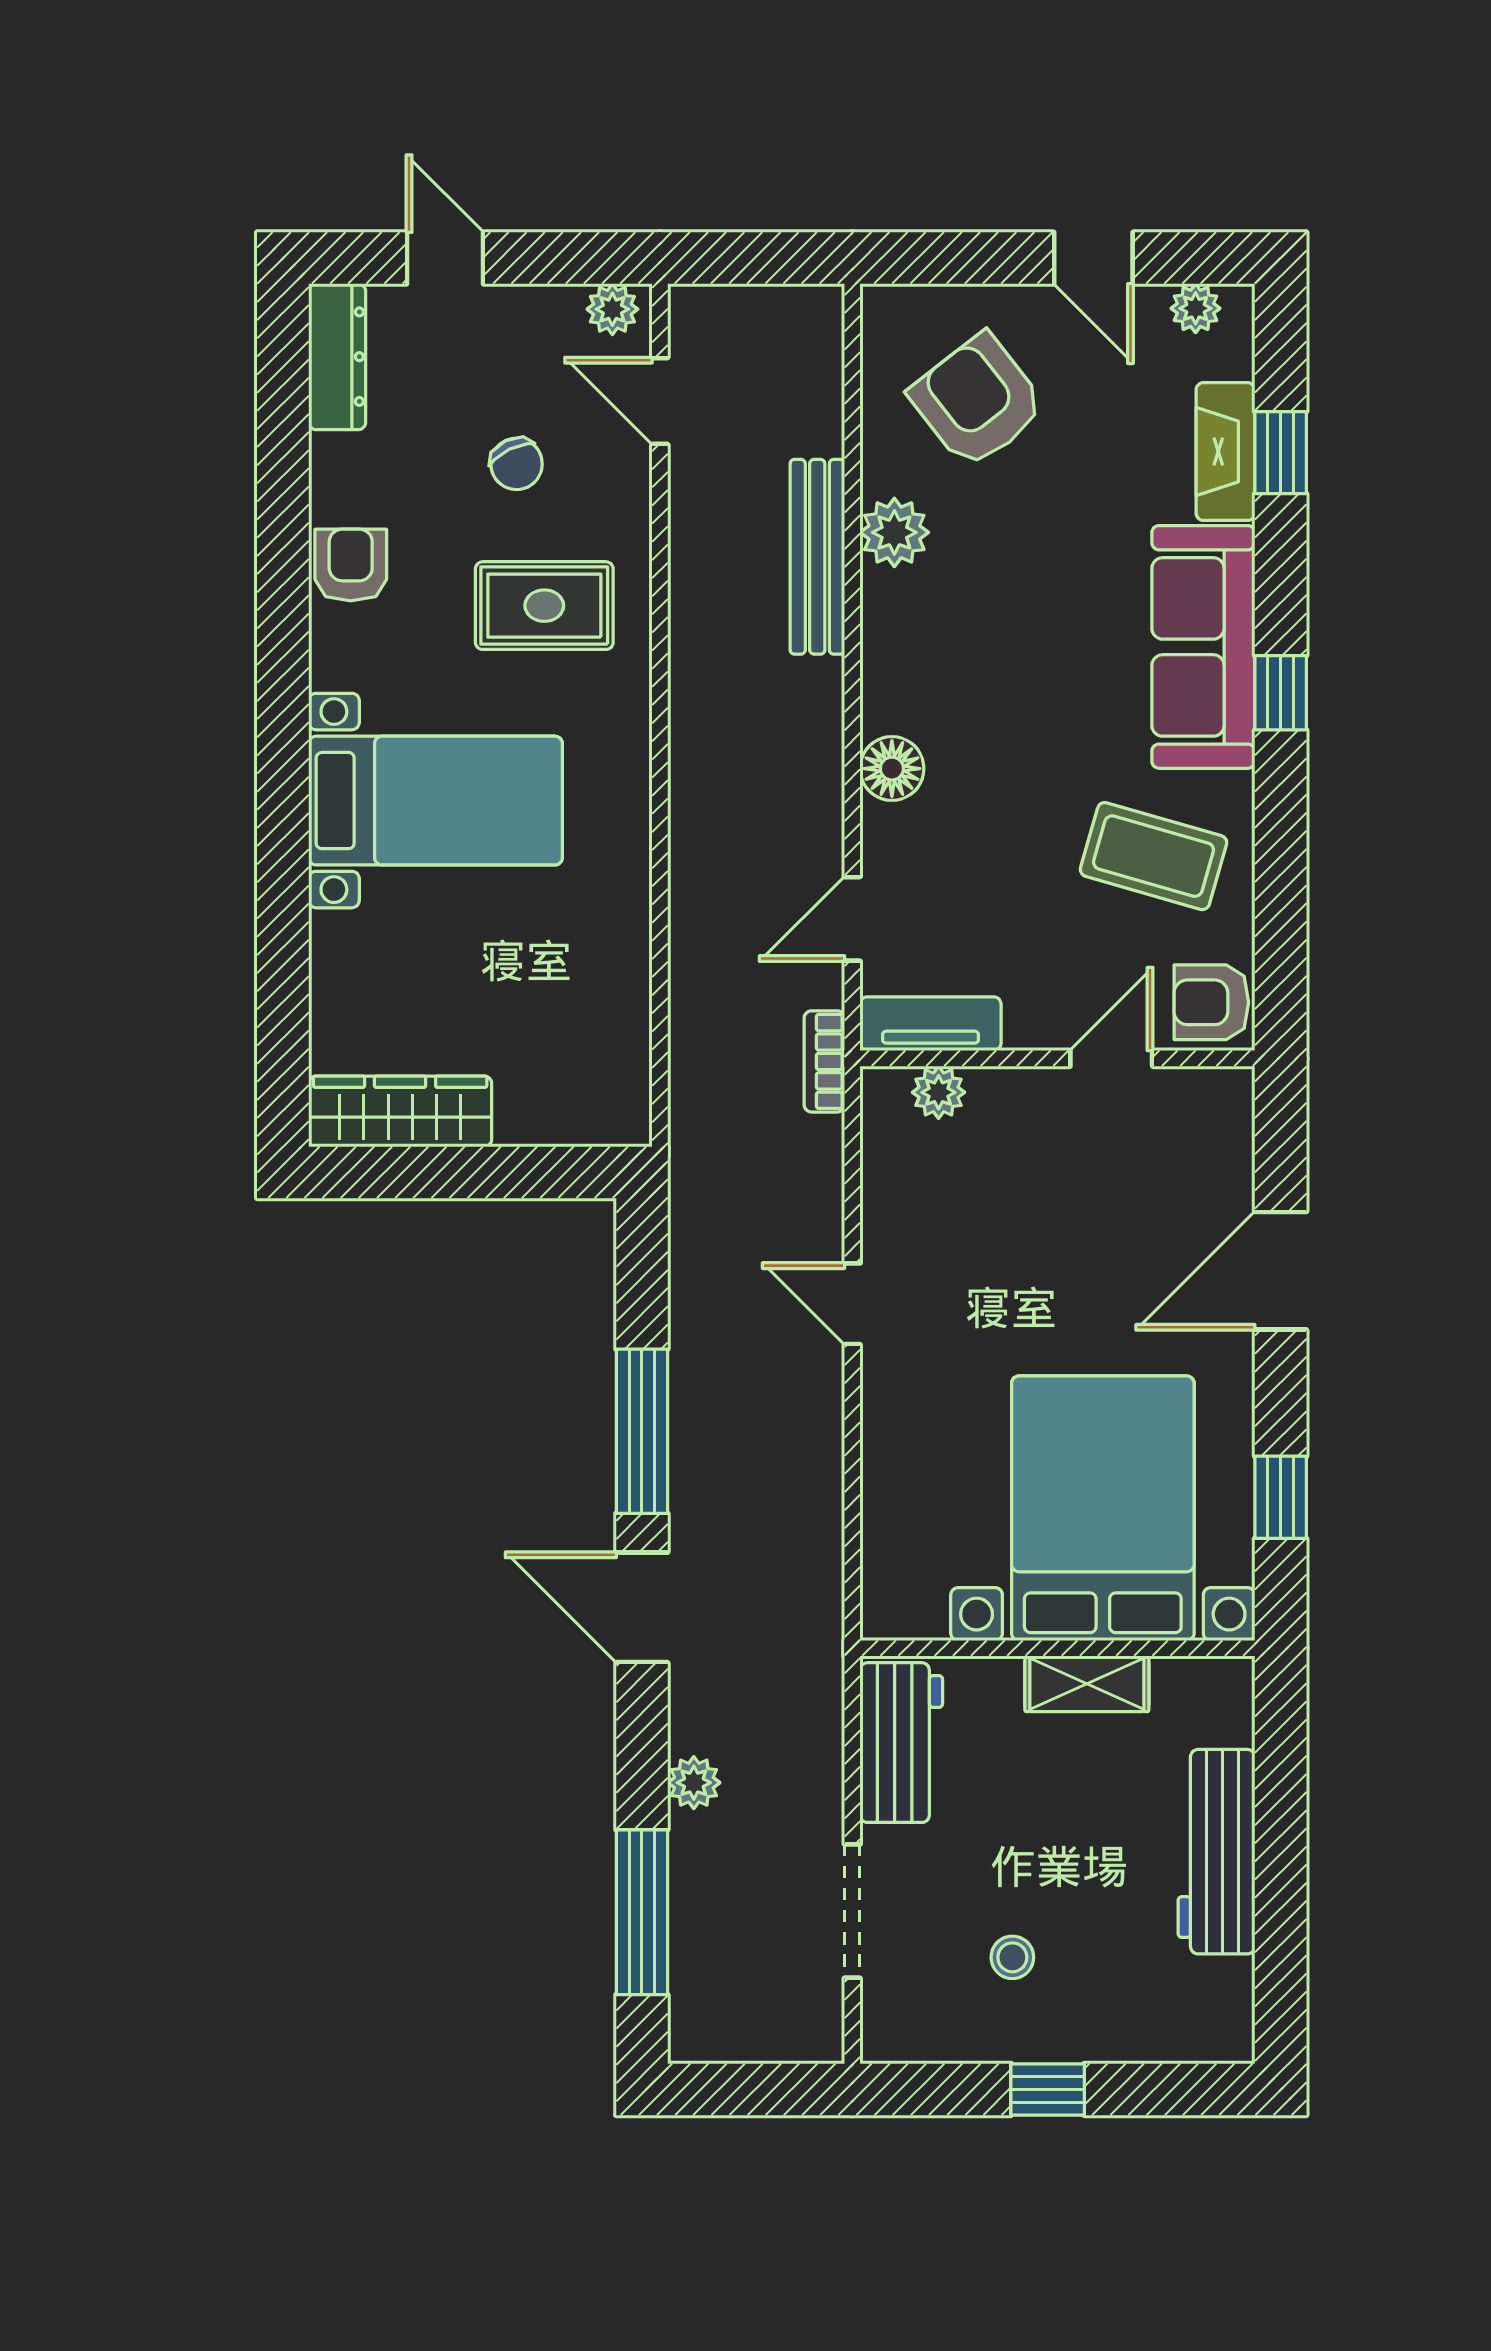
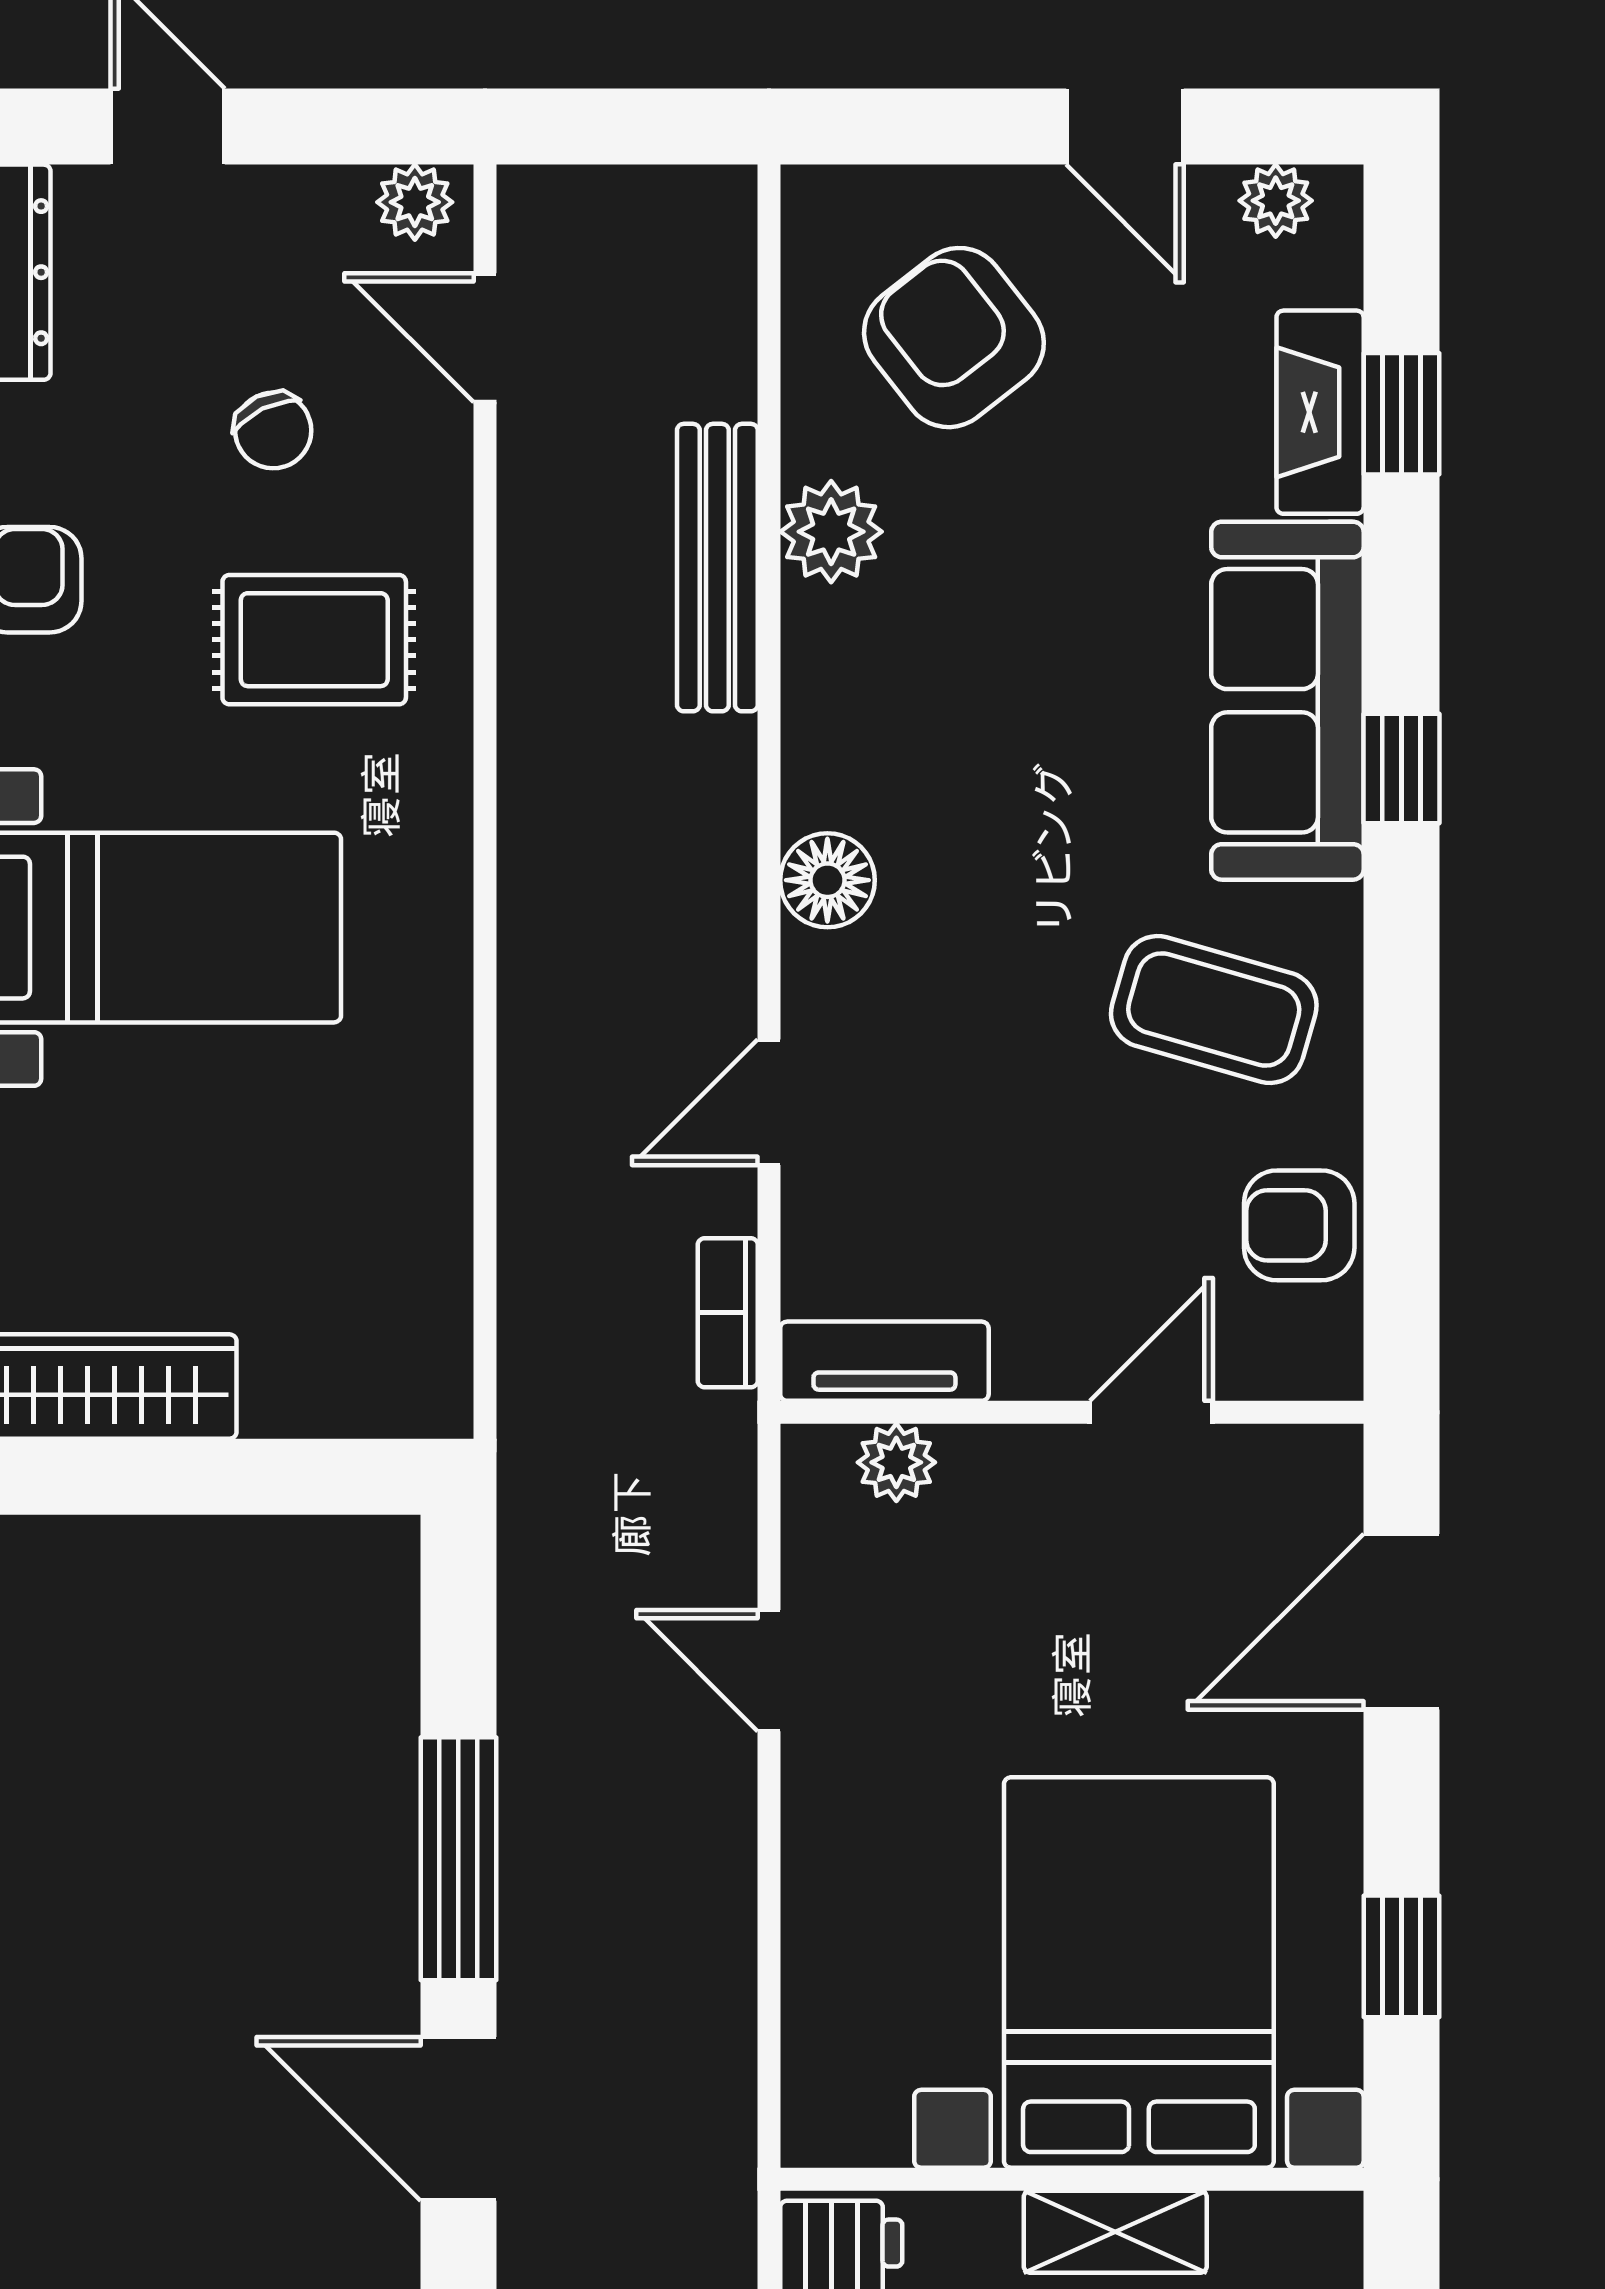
tv unit: (931, 1024) -> (884, 1361), moved
wall: (1057, 1058) -> (1072, 1412), moved
door: (1111, 1058) -> (1151, 1412), moved
plant: (939, 1092) -> (896, 1462), moved

